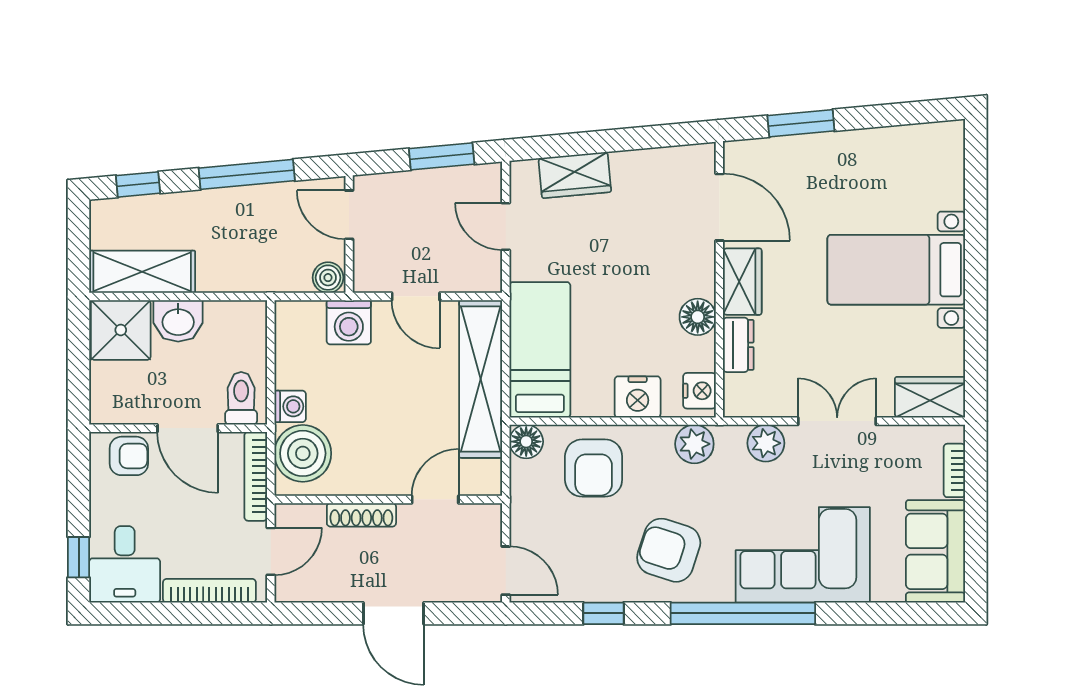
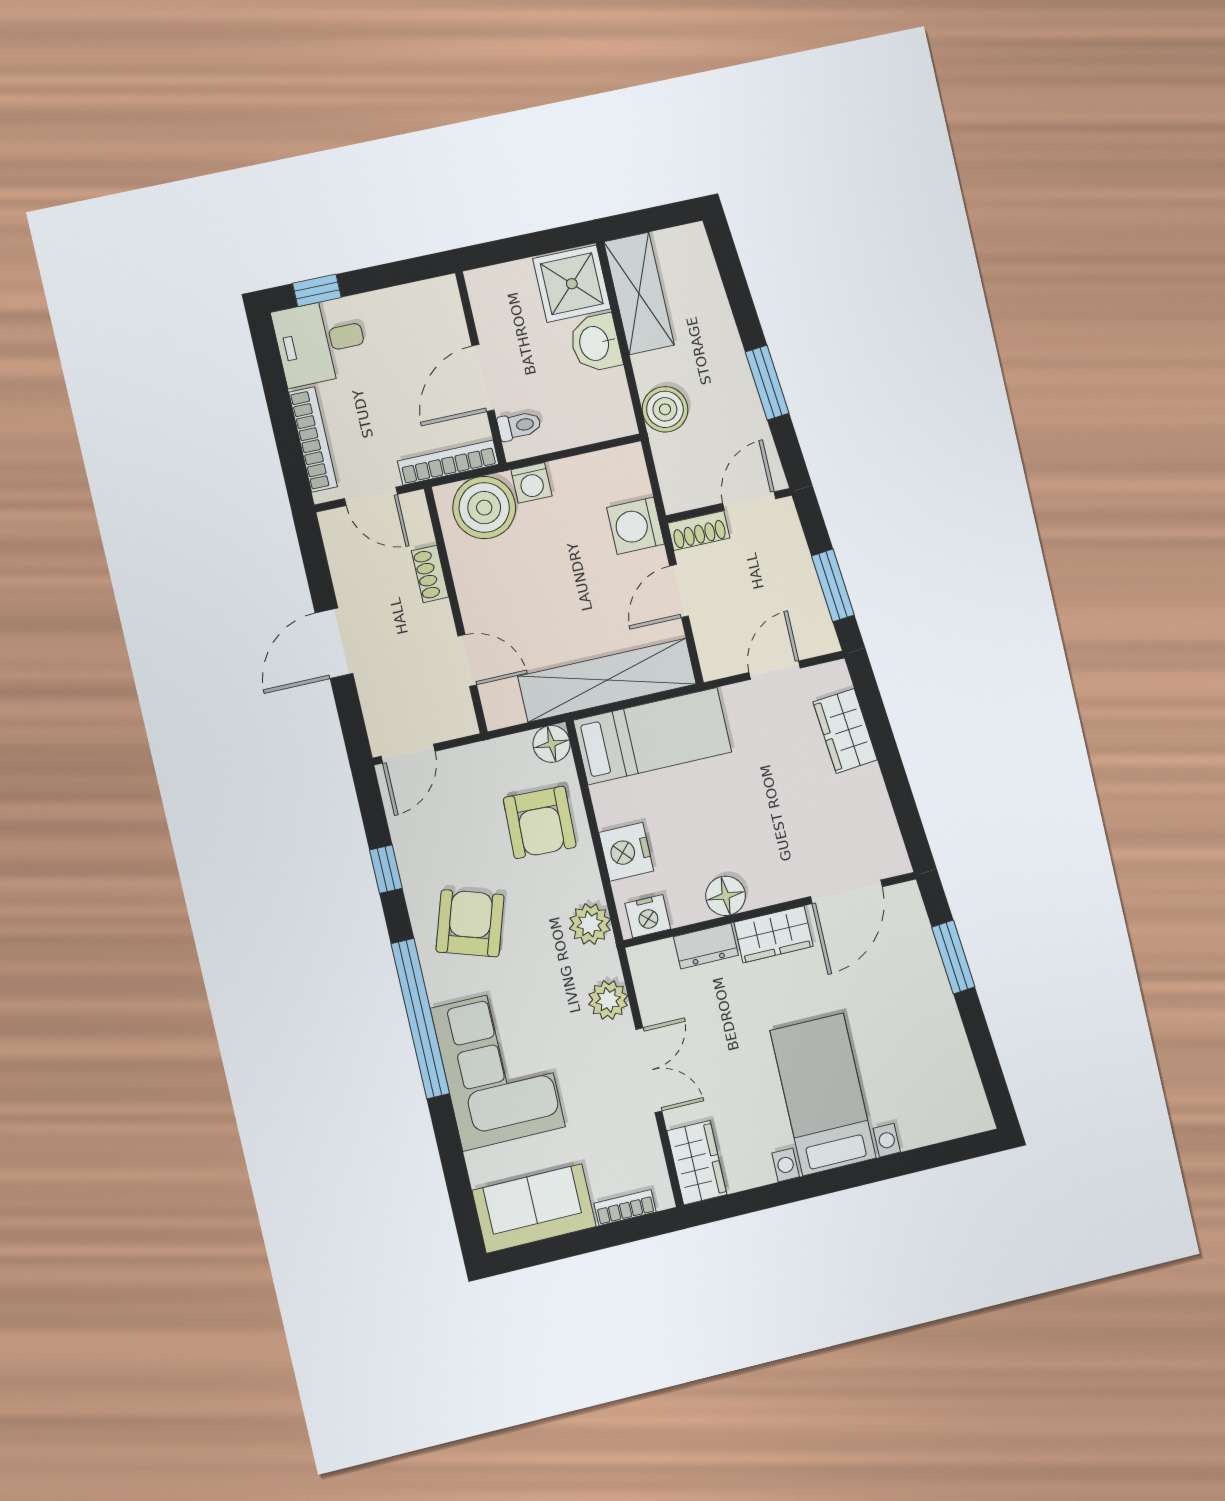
window: (247, 174) -> (767, 383), width x0.69
window: (138, 184) -> (730, 269), removed
shoe rack: (366, 266) -> (699, 531), added
boiler: (328, 278) -> (665, 409), moved, width x1.36, depth x1.36
toilet: (241, 398) -> (519, 426), width x0.73, depth x0.72
armchair: (129, 456) -> (439, 321), removed
armchair: (594, 468) -> (540, 822), turned -88
shoe rack: (361, 515) -> (430, 574), width x0.70

